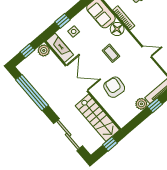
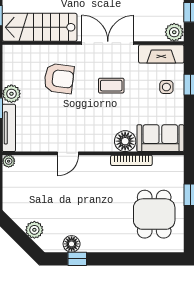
coffee table: (111, 53) -> (111, 86), moved
double door: (77, 78) -> (108, 43), swing flipped

